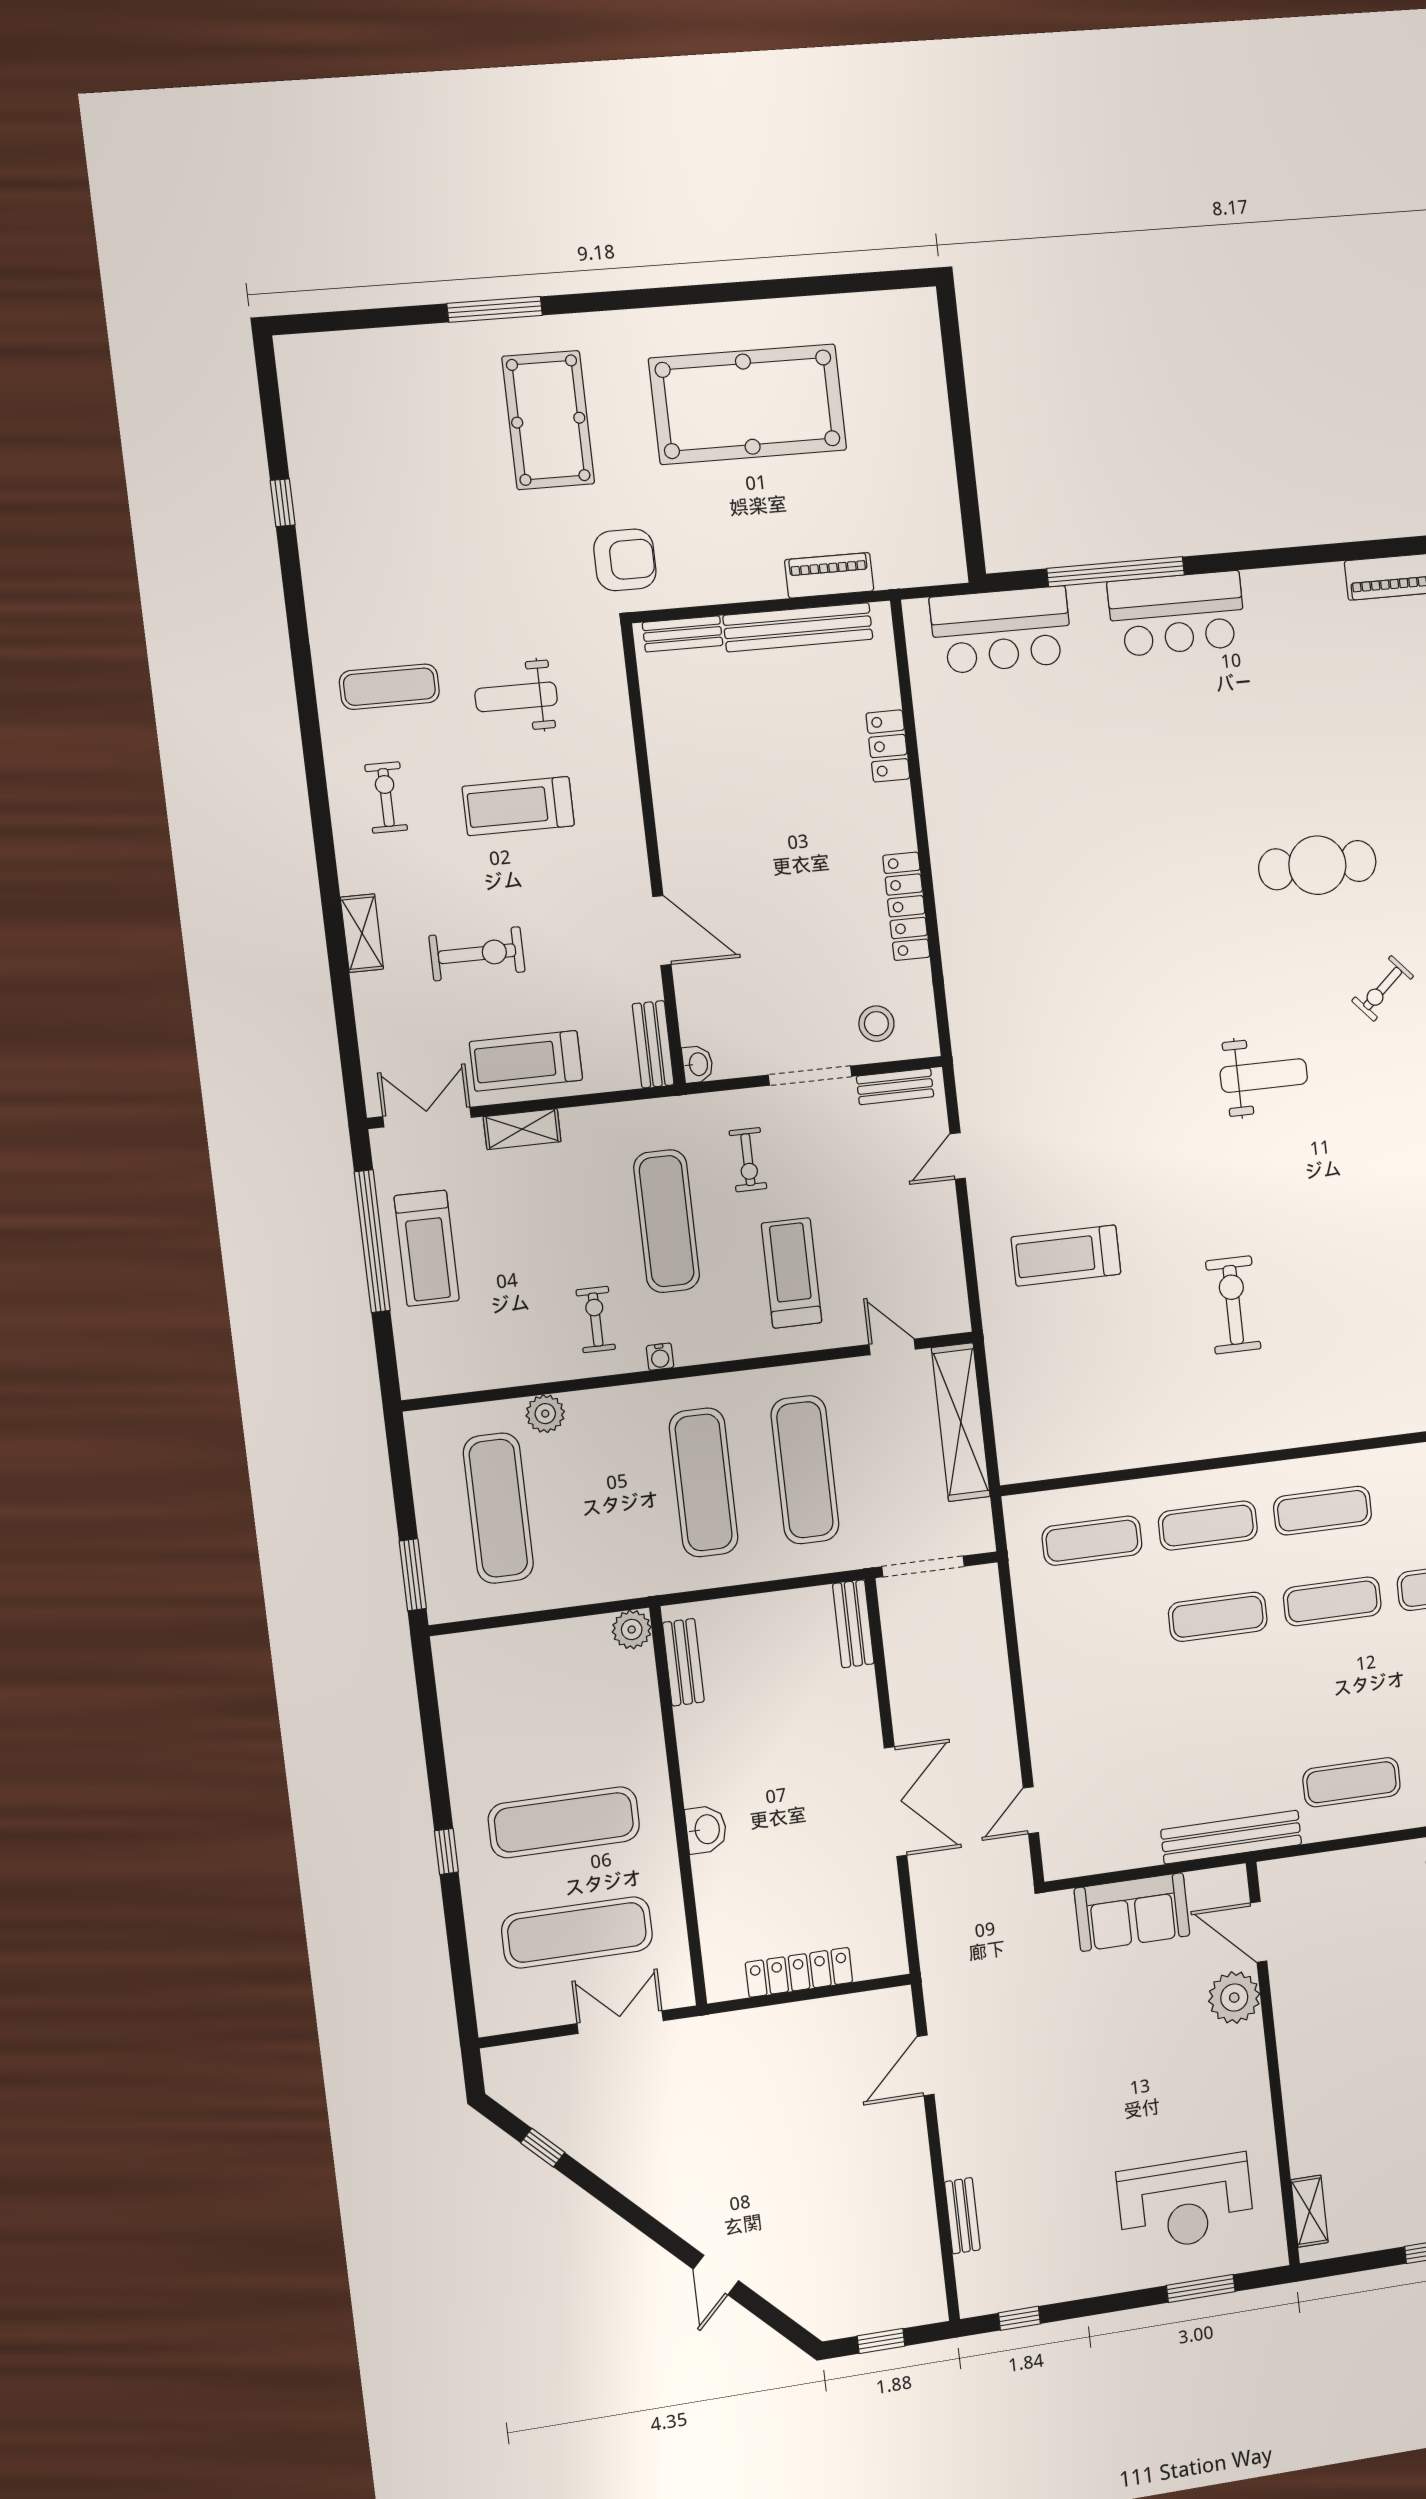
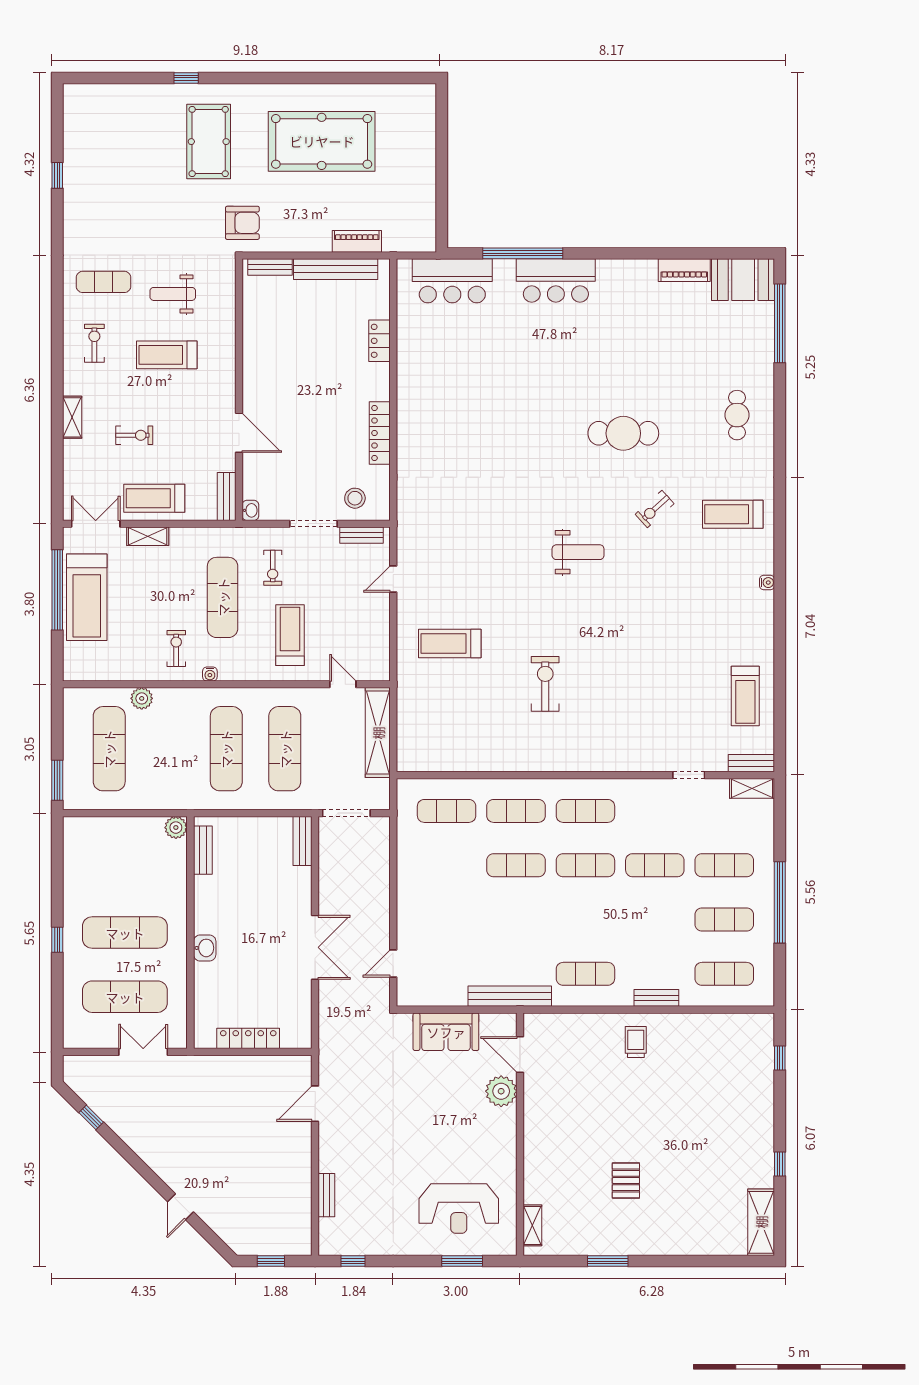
window: (495, 309) -> (186, 78), width x0.46
exercise bike: (477, 954) -> (134, 435), width x0.73, depth x0.72
treadmill: (427, 1248) -> (87, 597), width x1.37, depth x1.38

